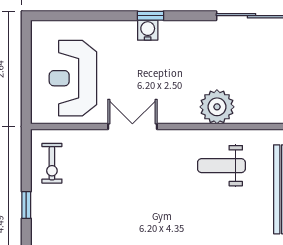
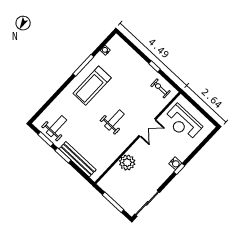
reception desk: (73, 78) -> (183, 123), turned 180
weight bench: (221, 166) -> (114, 120), moved

